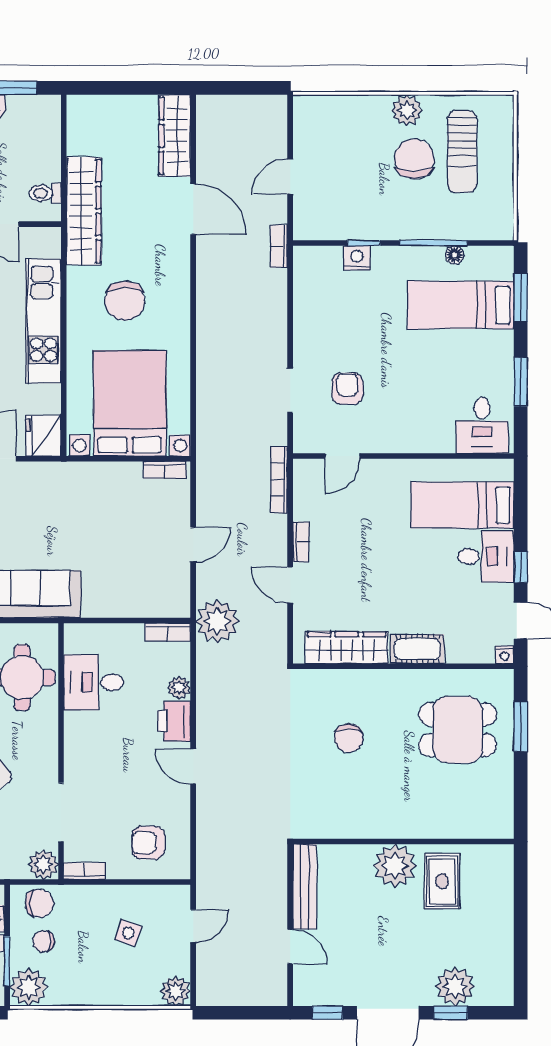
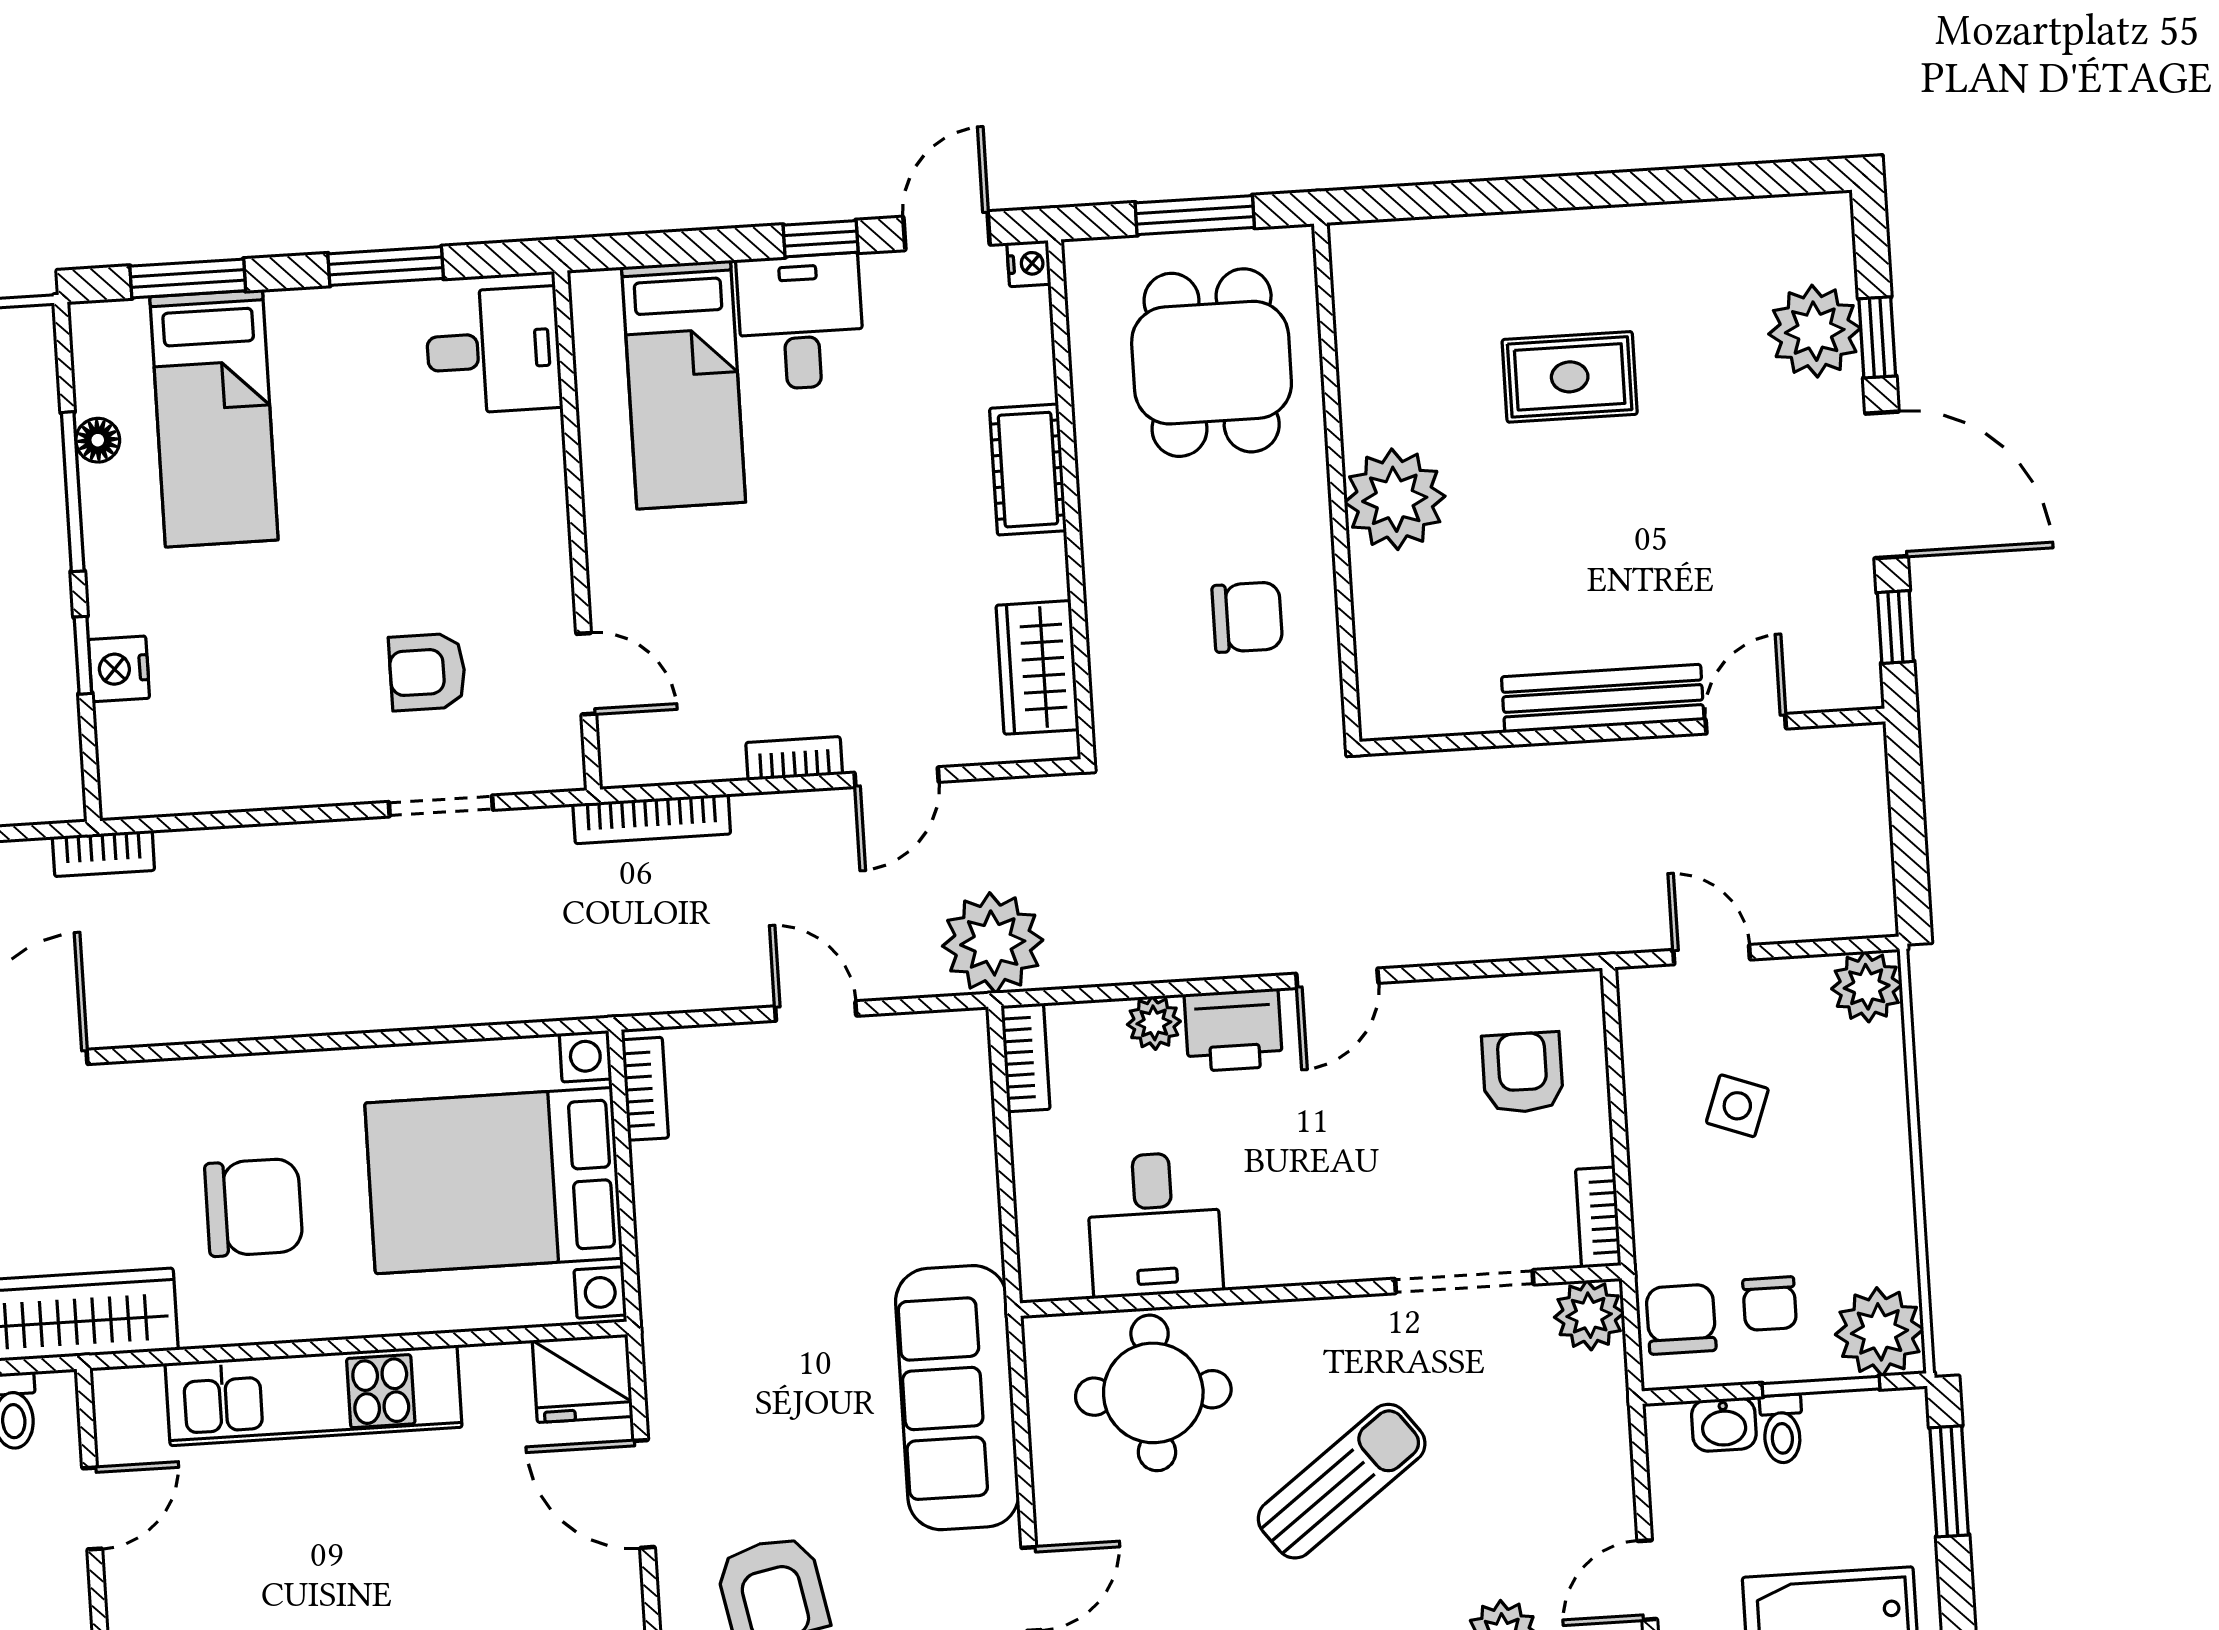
wardrobe: (347, 648) -> (1037, 667), width x0.67
wall: (403, 842) -> (1337, 483), moved
armchair: (148, 843) -> (1523, 1073), turned 180
plant: (395, 866) -> (1395, 499), moved

